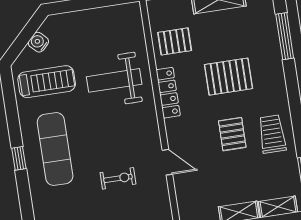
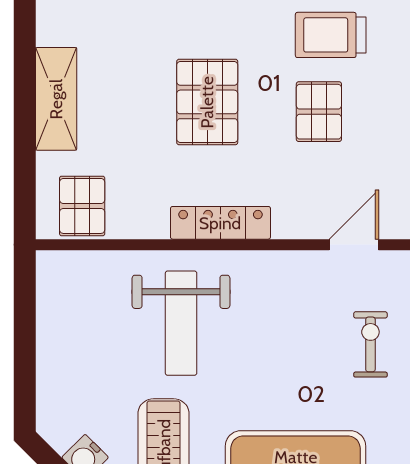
pallet: (175, 41) -> (82, 206), moved
pallet: (232, 134) -> (319, 112), turned 90

